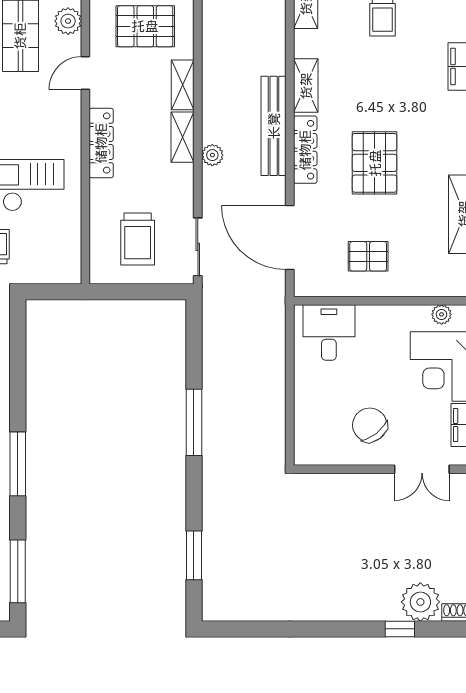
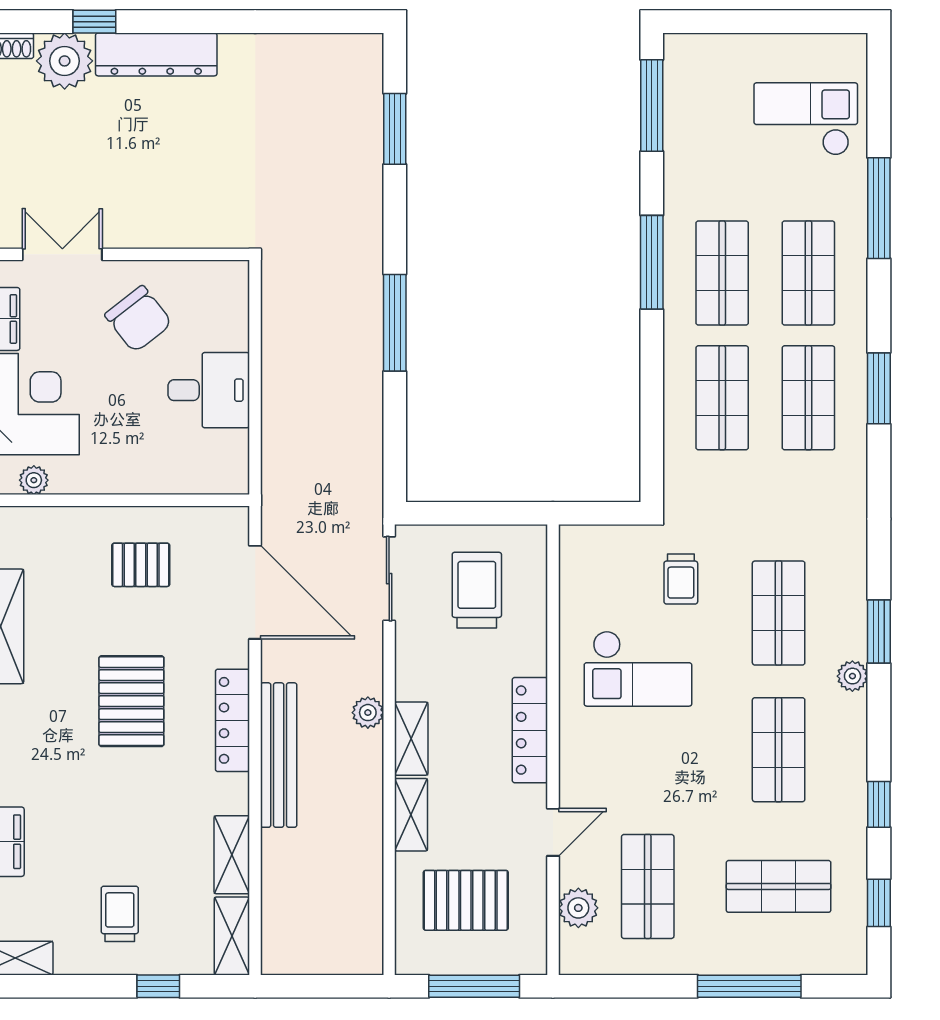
shelving: (306, 86) -> (232, 855), moved
desk: (329, 332) -> (209, 390), moved, turned -90
dresser: (358, 606) -> (156, 54), added

